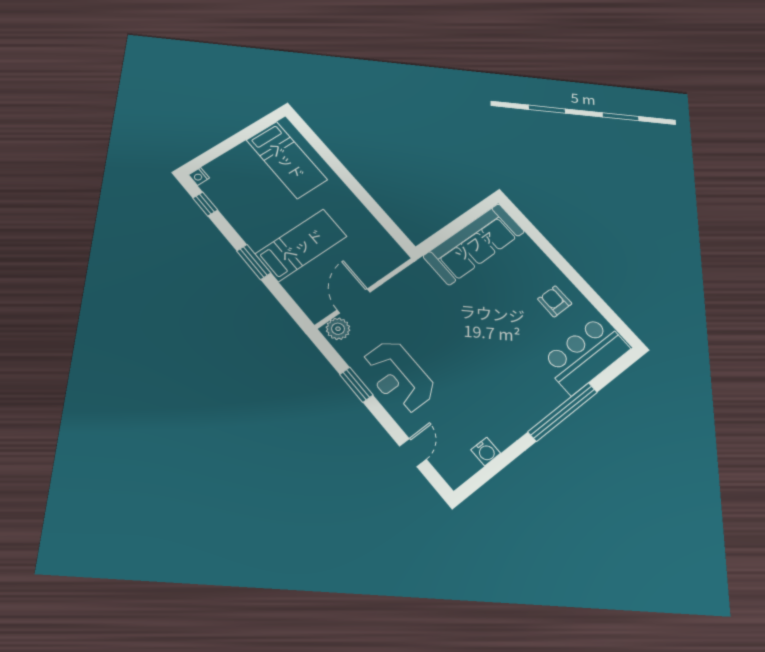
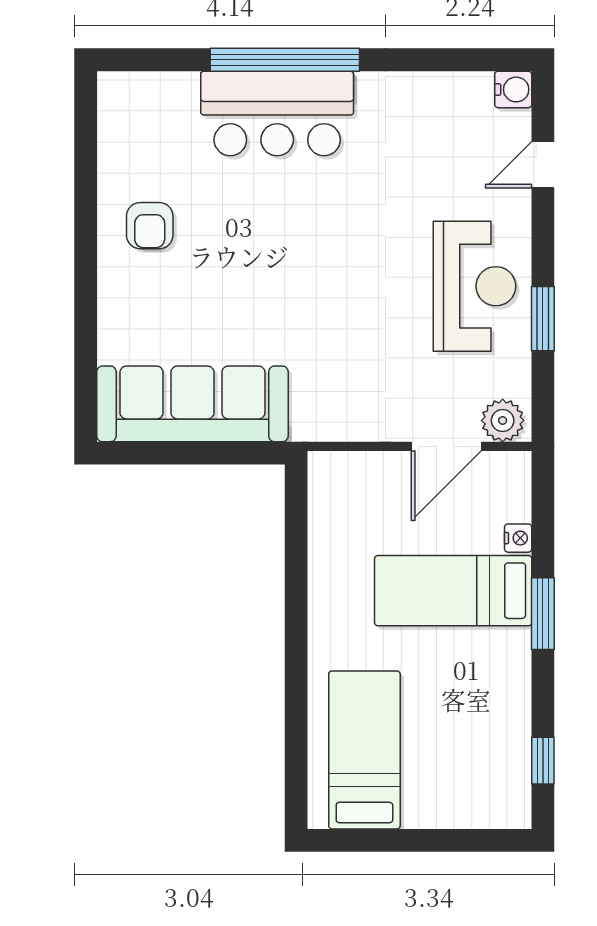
nightstand: (199, 176) -> (518, 538), moved
bar counter: (586, 355) -> (277, 113), moved
water cooler: (486, 451) -> (513, 89), moved, turned 90

